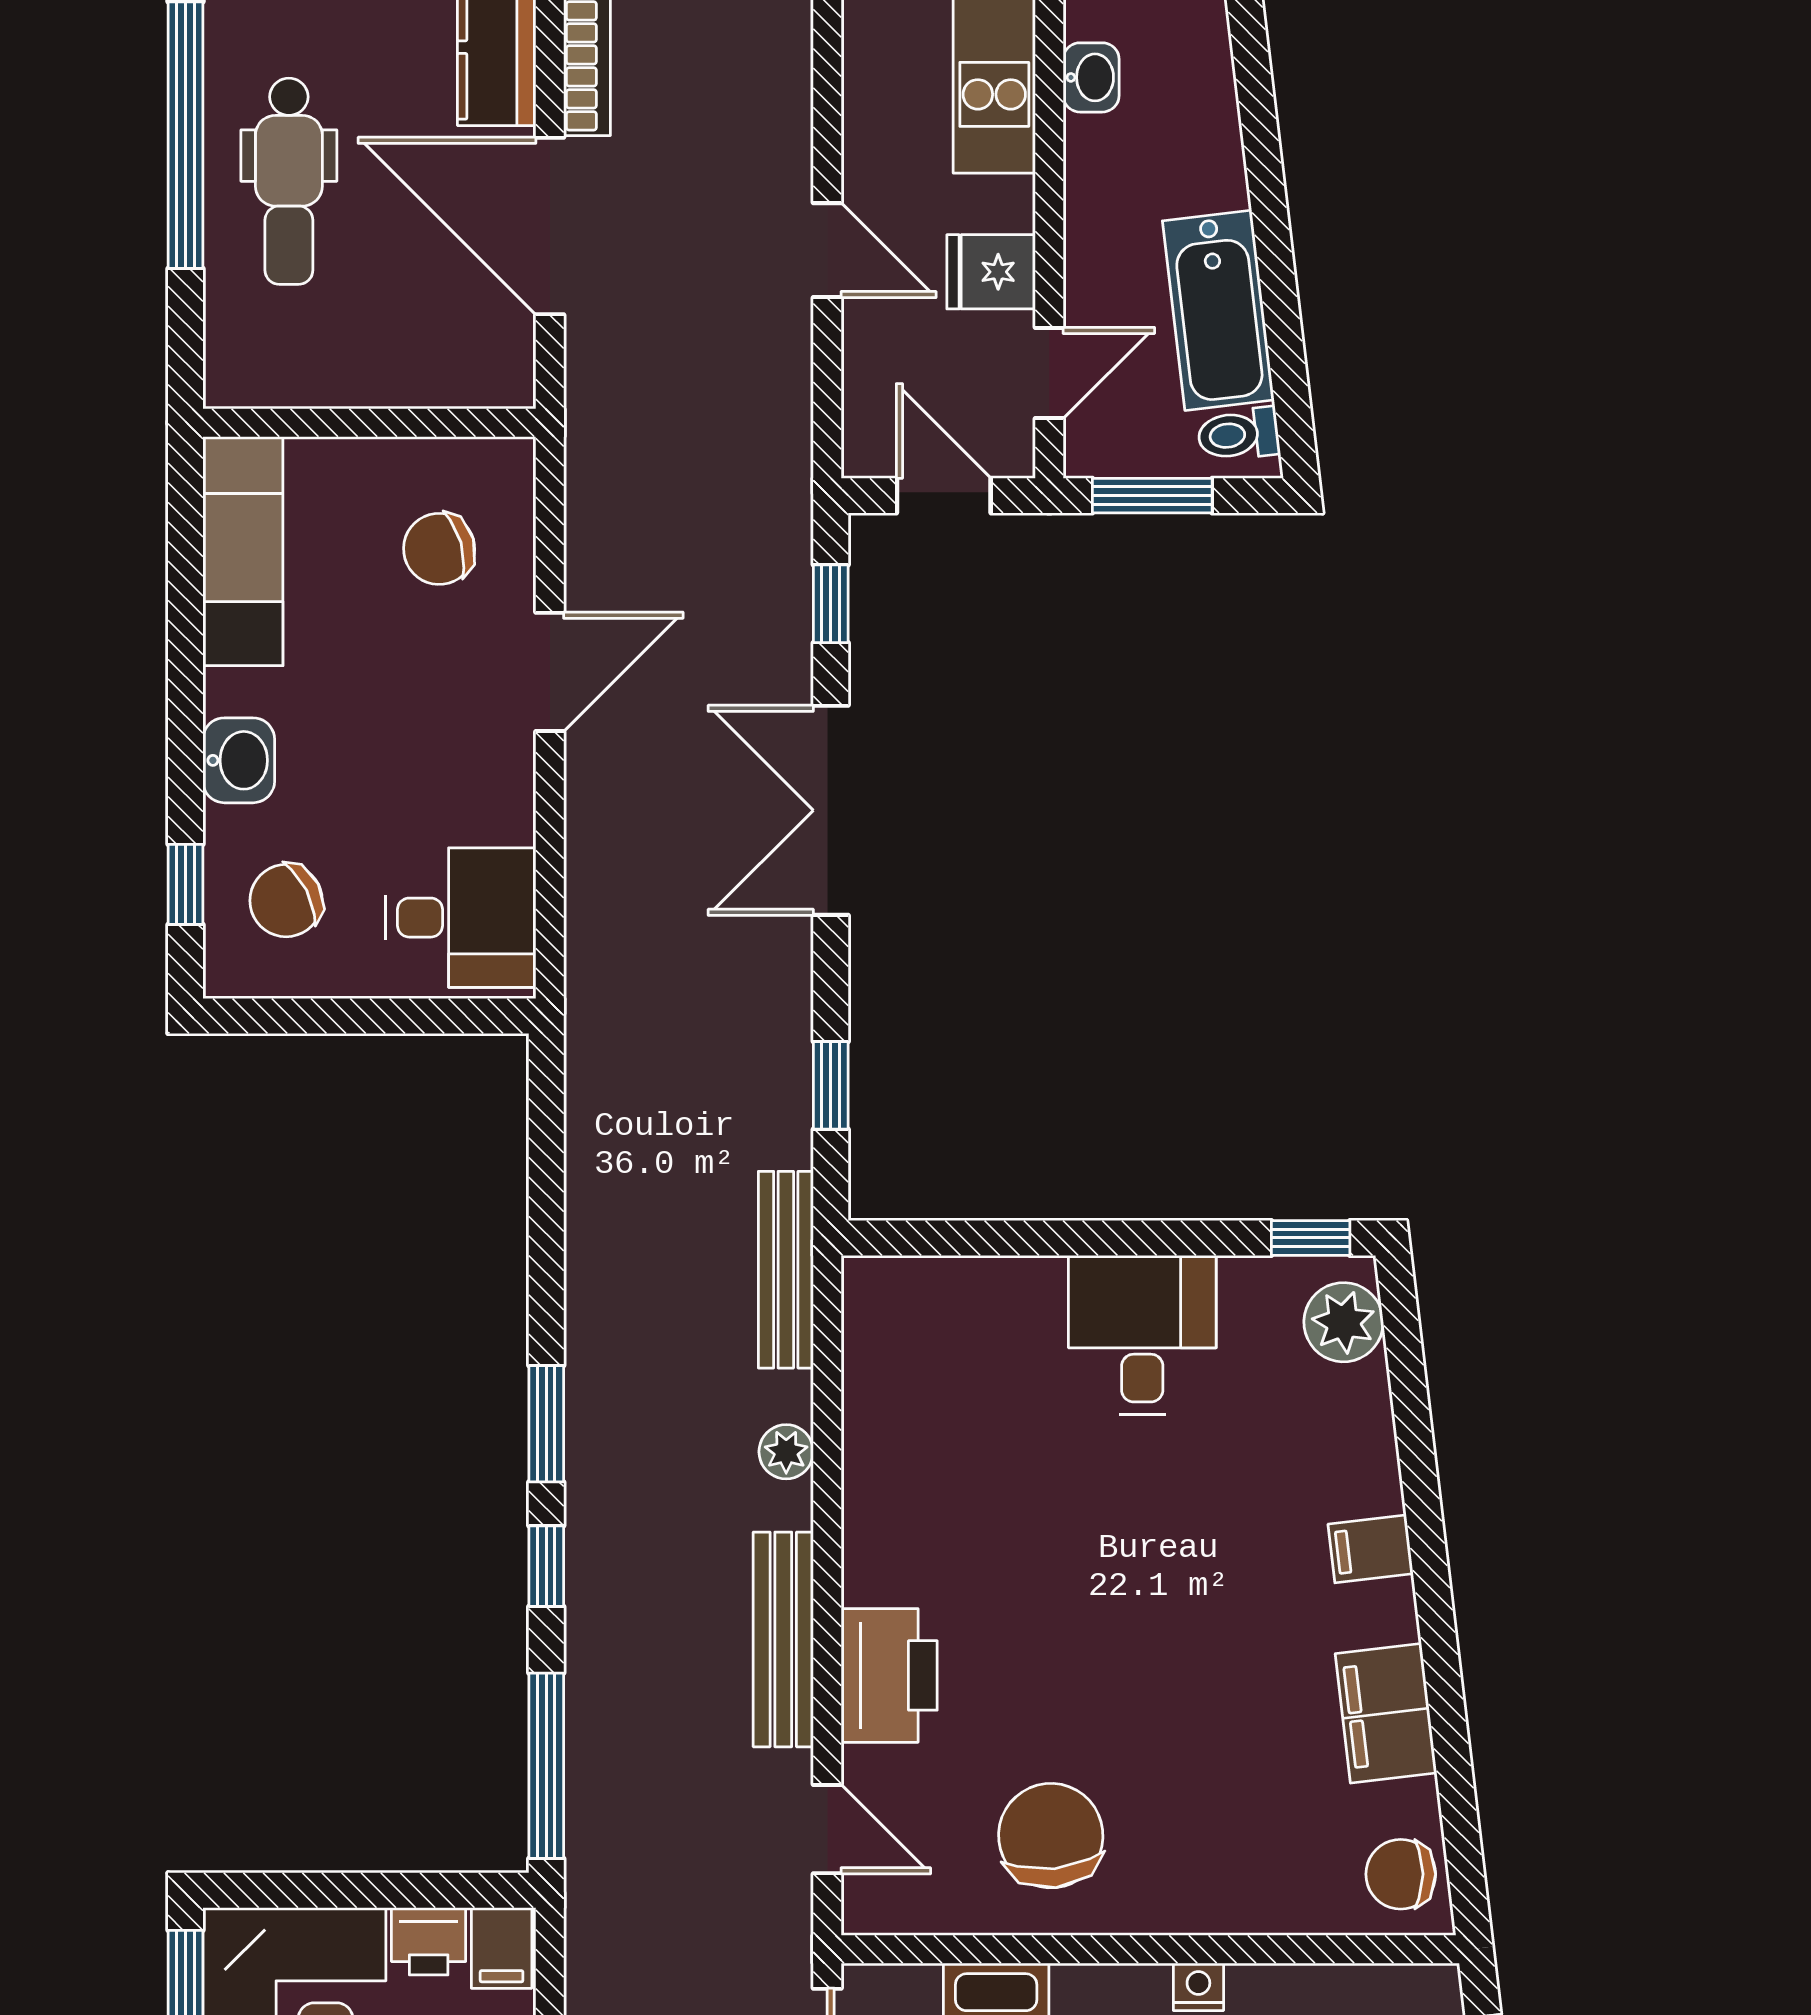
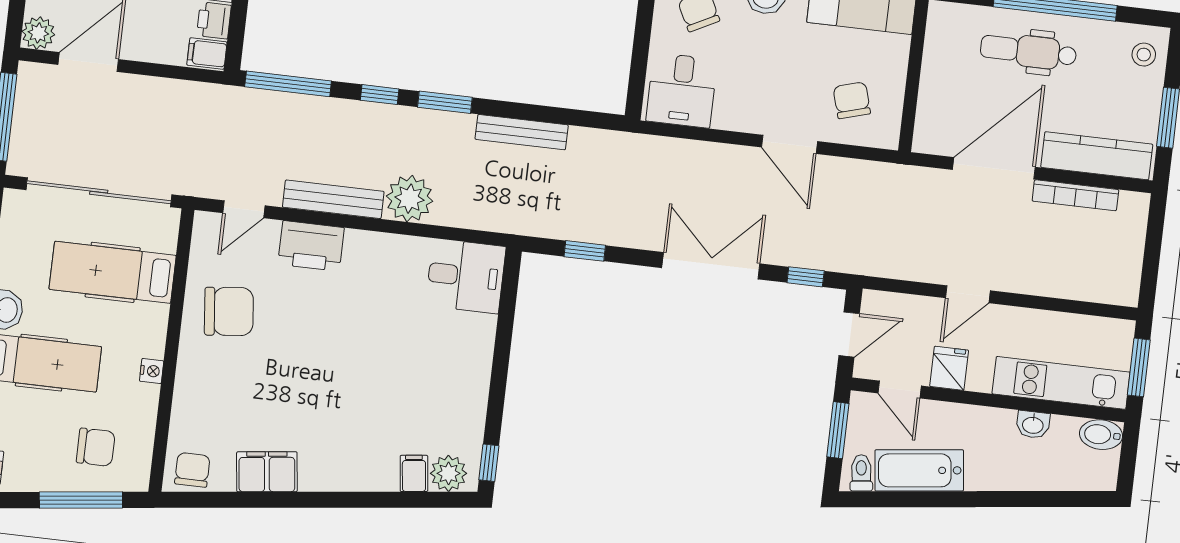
bench: (786, 1270) -> (522, 132), moved
desk: (1142, 1335) -> (466, 276), moved
plant: (786, 1452) -> (410, 199), width x1.88, depth x1.88
filing cabinet: (1371, 1549) -> (414, 473), moved

